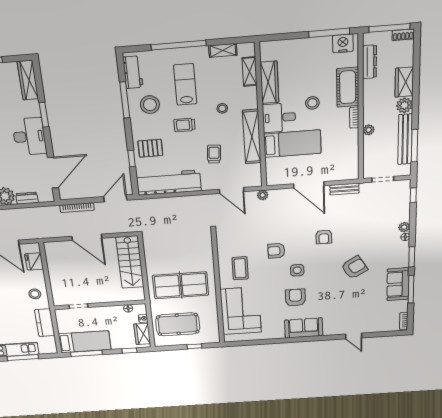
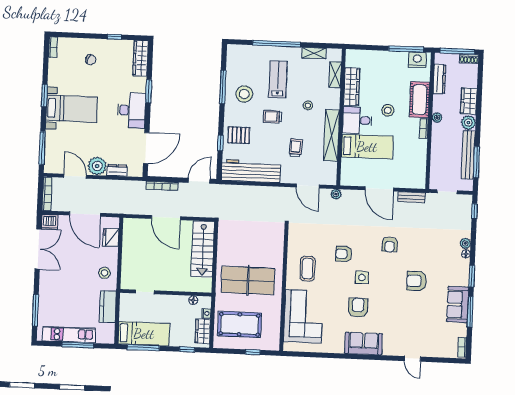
workbench: (133, 72) -> (234, 63), removed
plant: (369, 130) -> (437, 118), moved
armchair: (354, 267) -> (417, 281), turned -149

